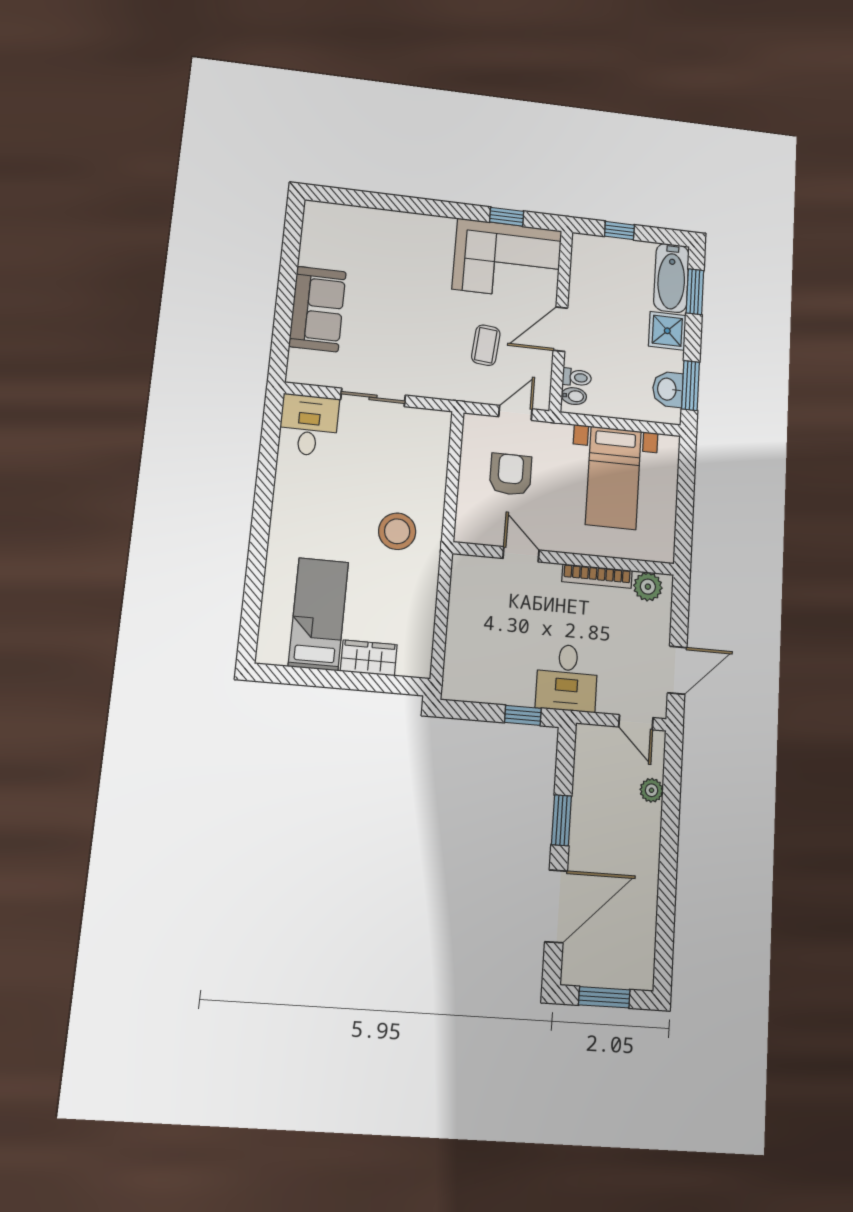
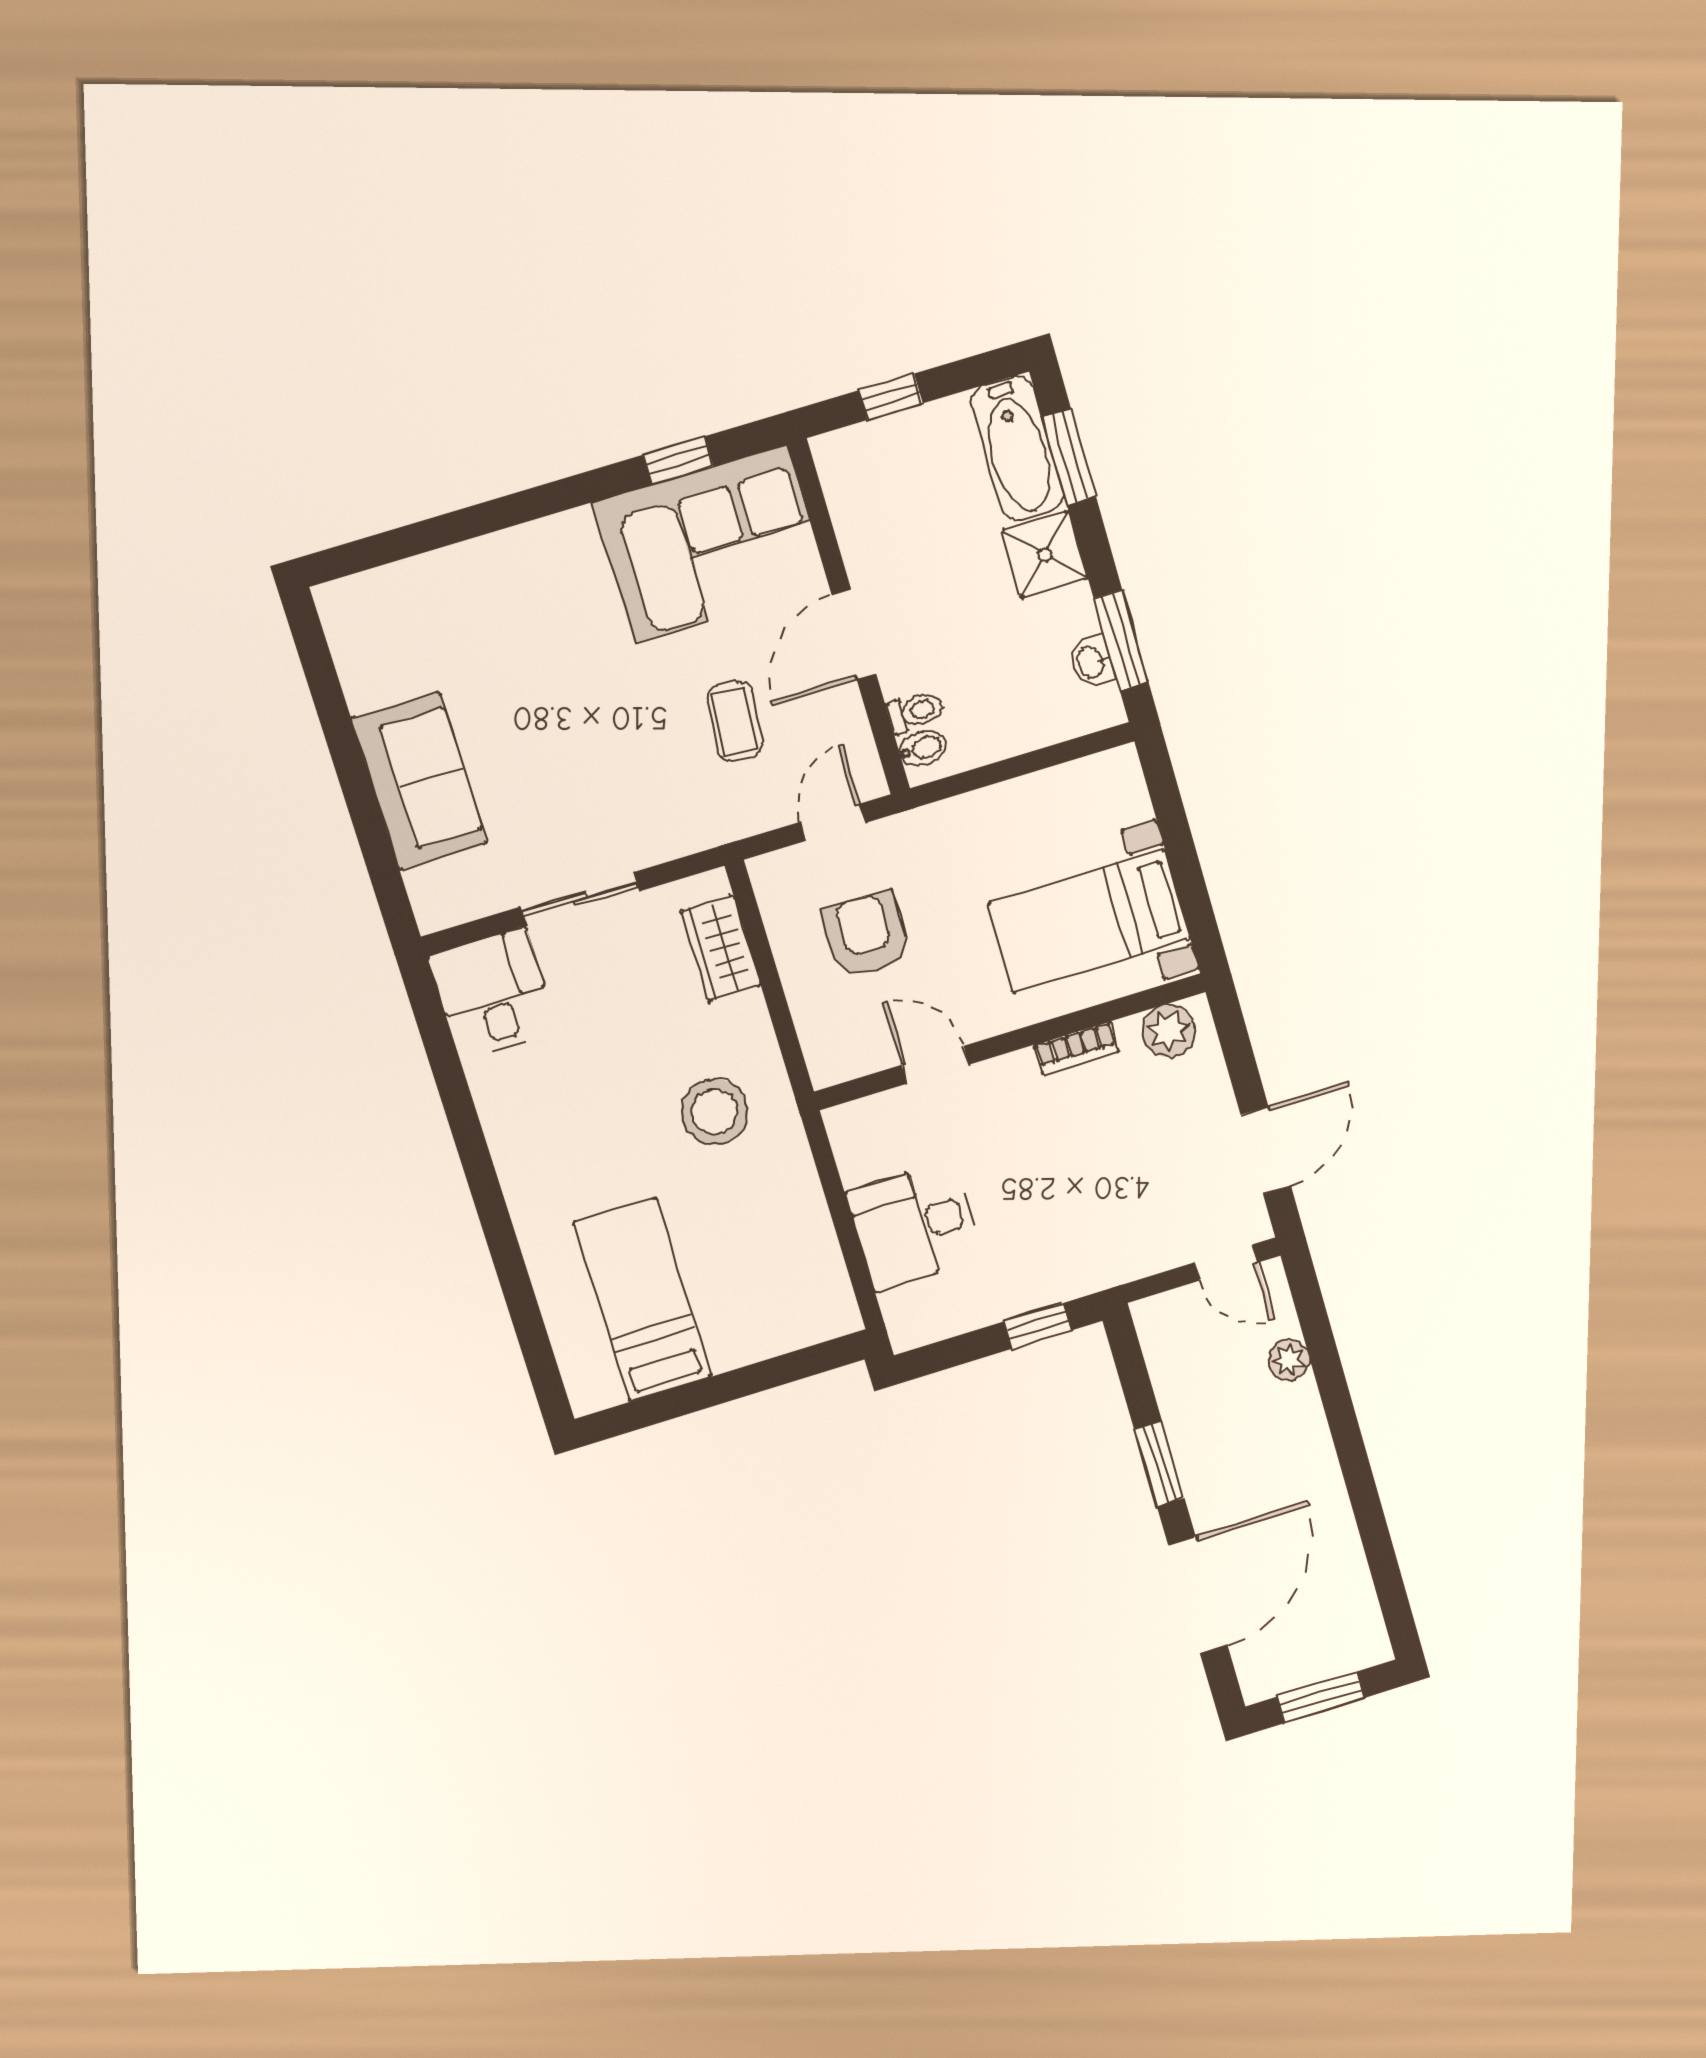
washbasin: (668, 389) -> (1091, 662), width x0.72, depth x0.69
bed with nightstands: (613, 478) -> (1089, 921), moved, turned 90
bookcase: (597, 576) -> (1076, 1048), width x0.64
wardrobe: (369, 658) -> (721, 948), moved, turned -90
desk: (567, 678) -> (915, 1226), moved, turned 90

